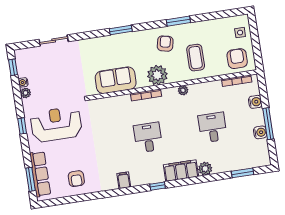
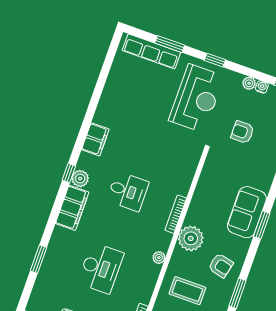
sofa: (116, 80) -> (247, 212), moved, turned 180
desk: (213, 127) -> (101, 268), width x1.37
plant: (205, 169) -> (80, 179), moved
window: (243, 173) -> (38, 259), moved
window: (30, 179) -> (170, 44), moved
armchair: (76, 179) -> (242, 132), moved
filing cabinet: (124, 180) -> (95, 139), width x2.00

